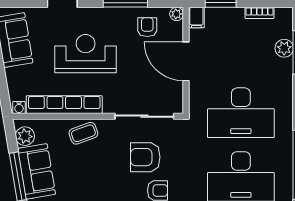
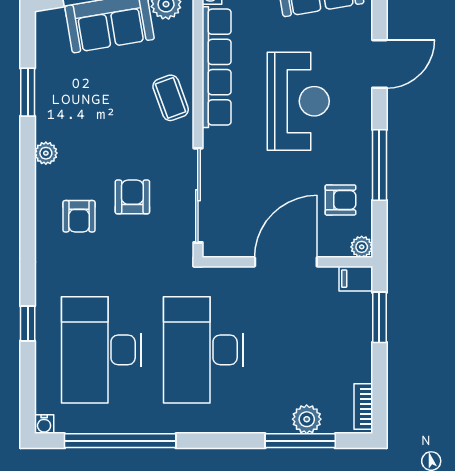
bookcase: (259, 13) -> (363, 407), moved
armchair: (145, 157) -> (132, 197), width x0.72, depth x0.72

